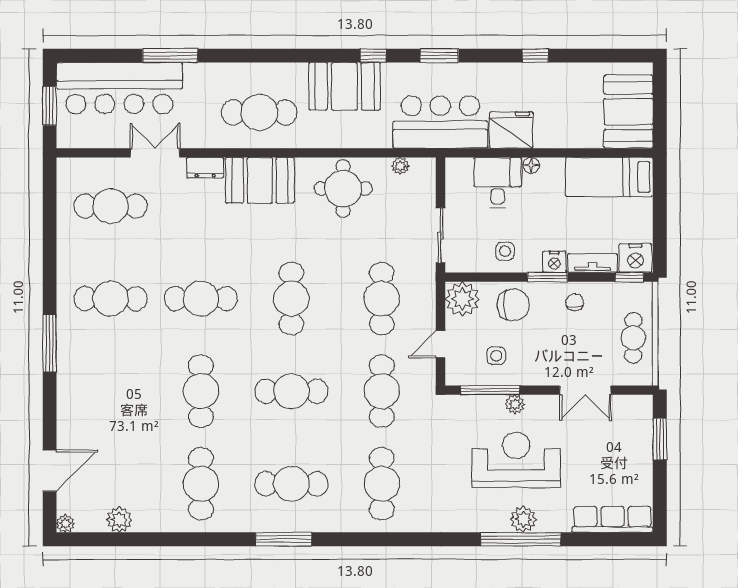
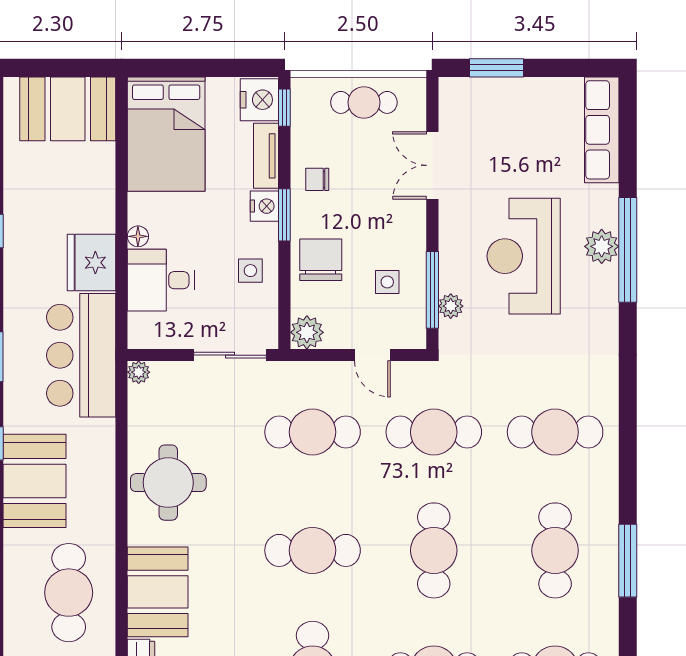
plant: (400, 166) -> (139, 372), moved
bed: (609, 177) -> (166, 134), width x1.50
plant: (462, 299) -> (307, 332), width x0.73, depth x0.73
double door: (585, 390) -> (432, 165), swing flipped
plant: (515, 404) -> (451, 306), moved

